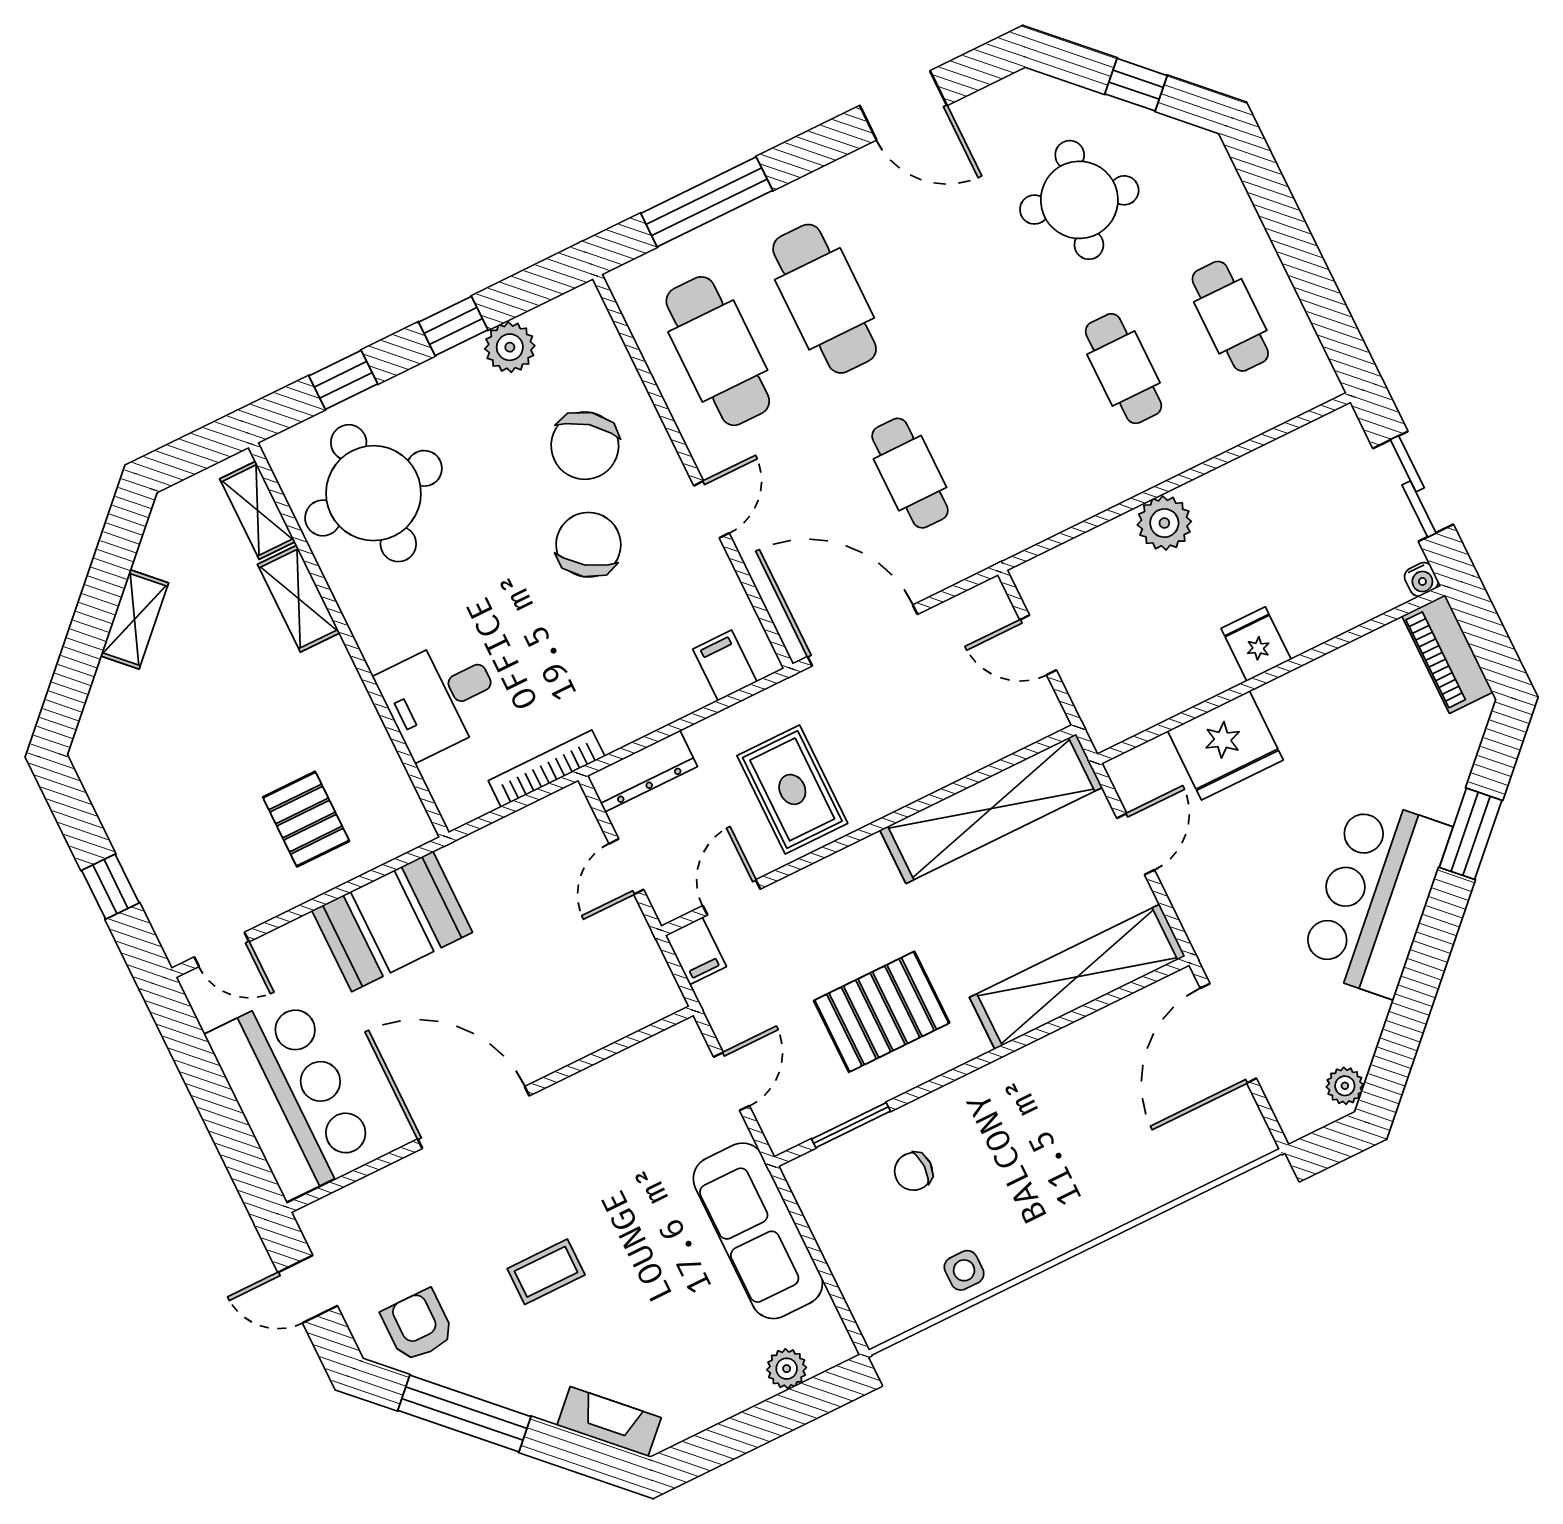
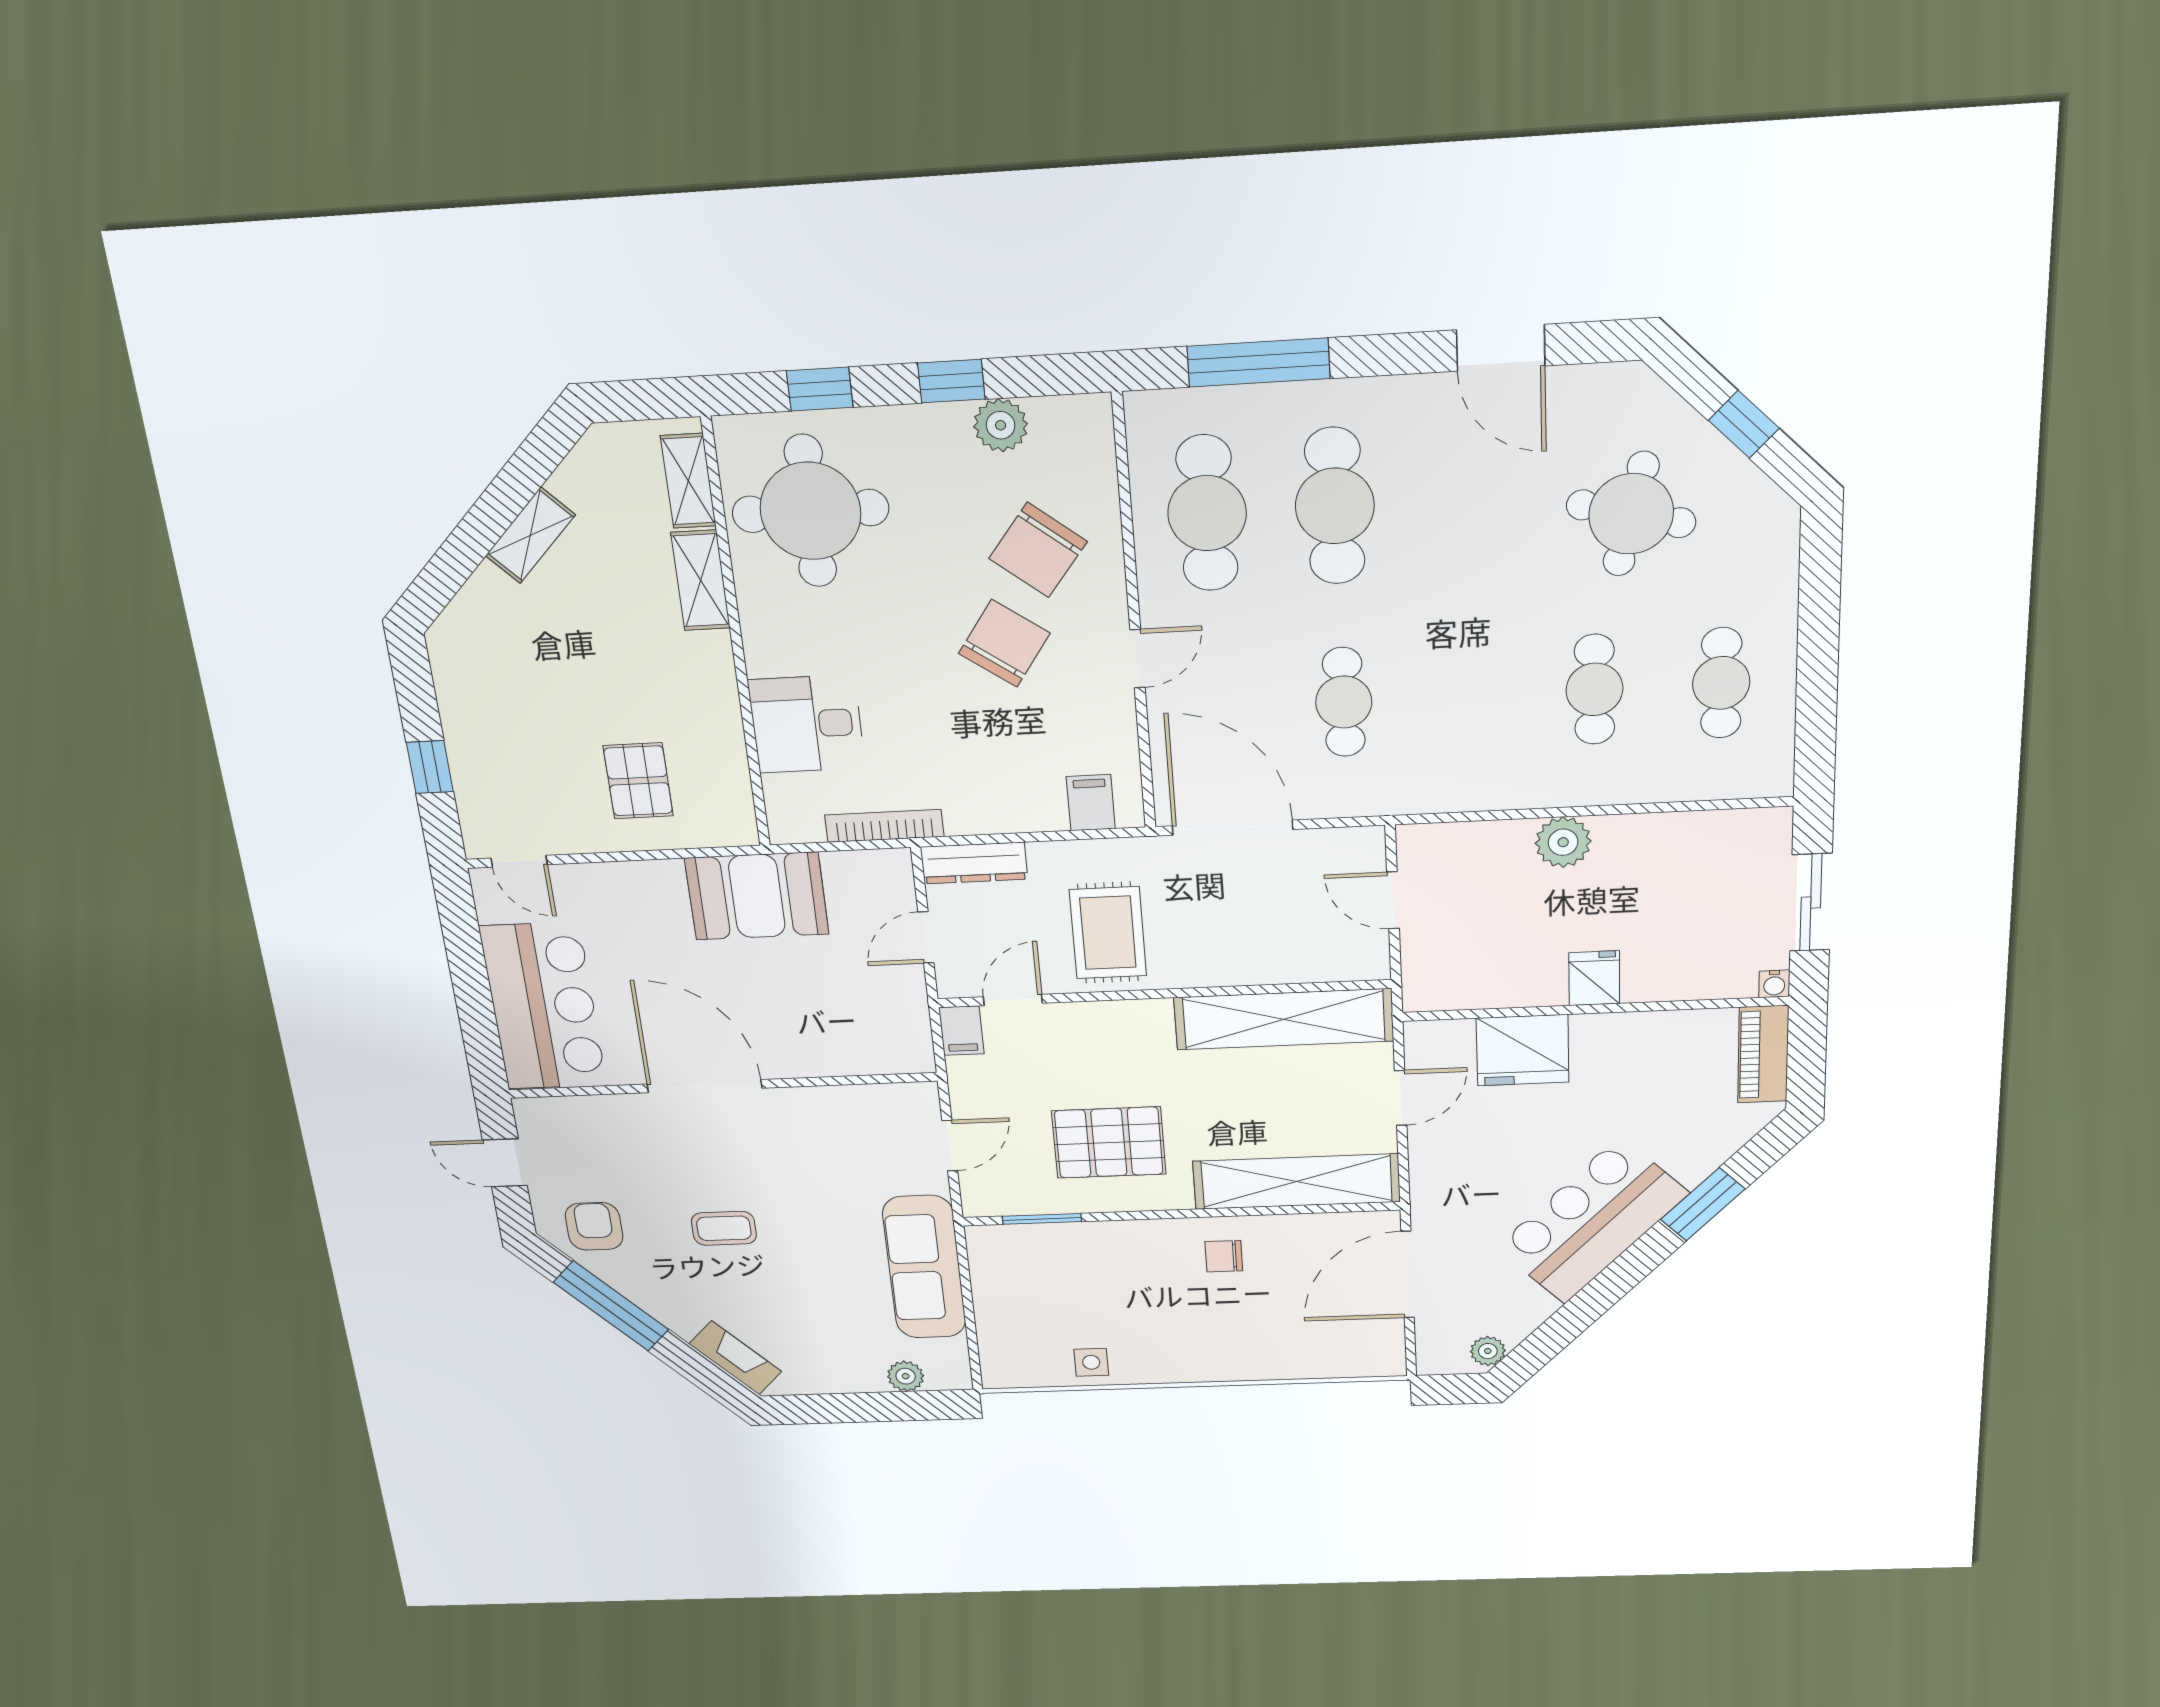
booth: (392, 921) -> (757, 896), moved
chair: (913, 1171) -> (1224, 1256), moved

